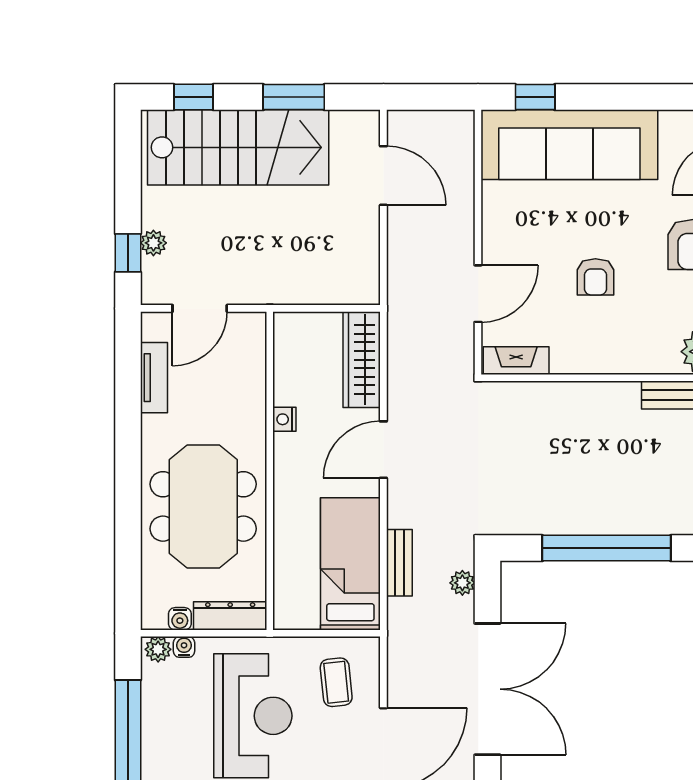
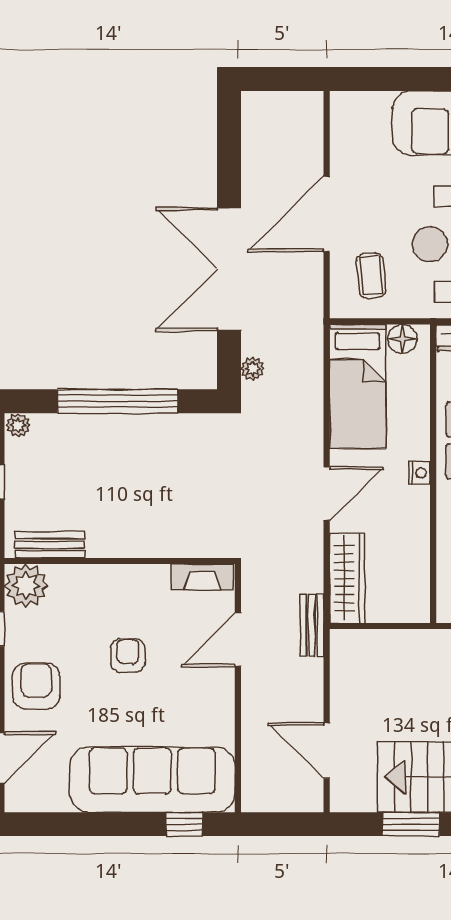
nightstand: (284, 419) -> (419, 473), moved
bench: (399, 563) -> (312, 625), moved
floor lamp: (303, 615) -> (402, 339), added

